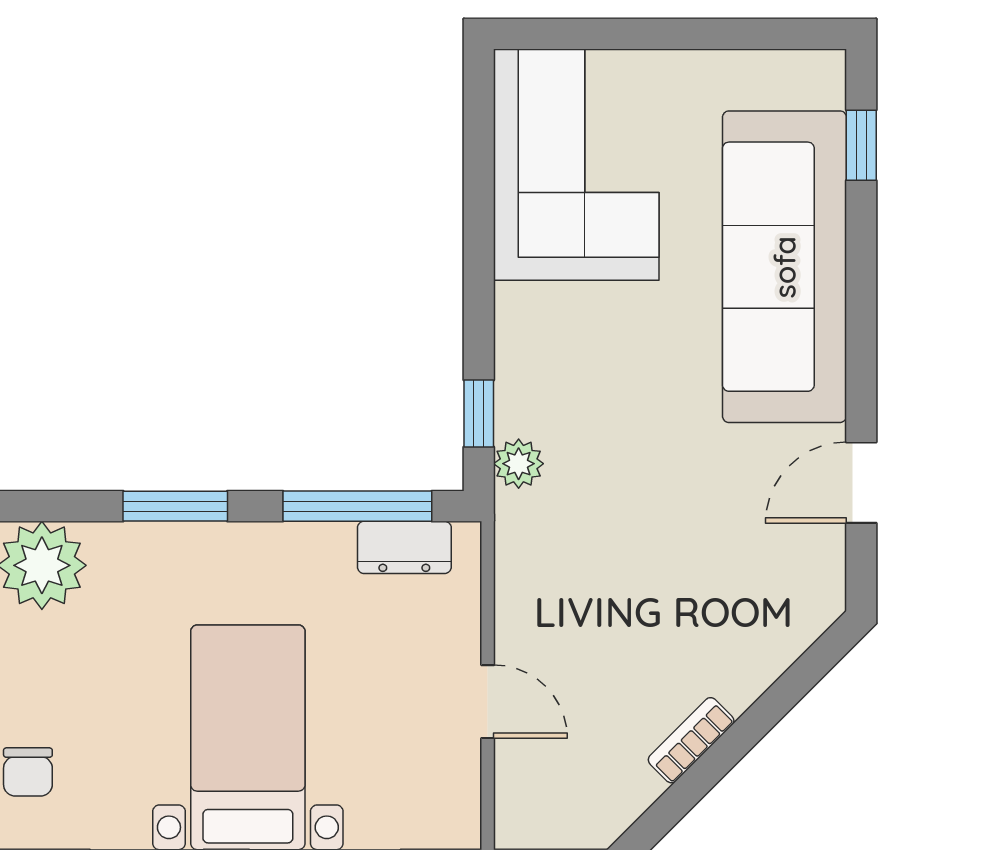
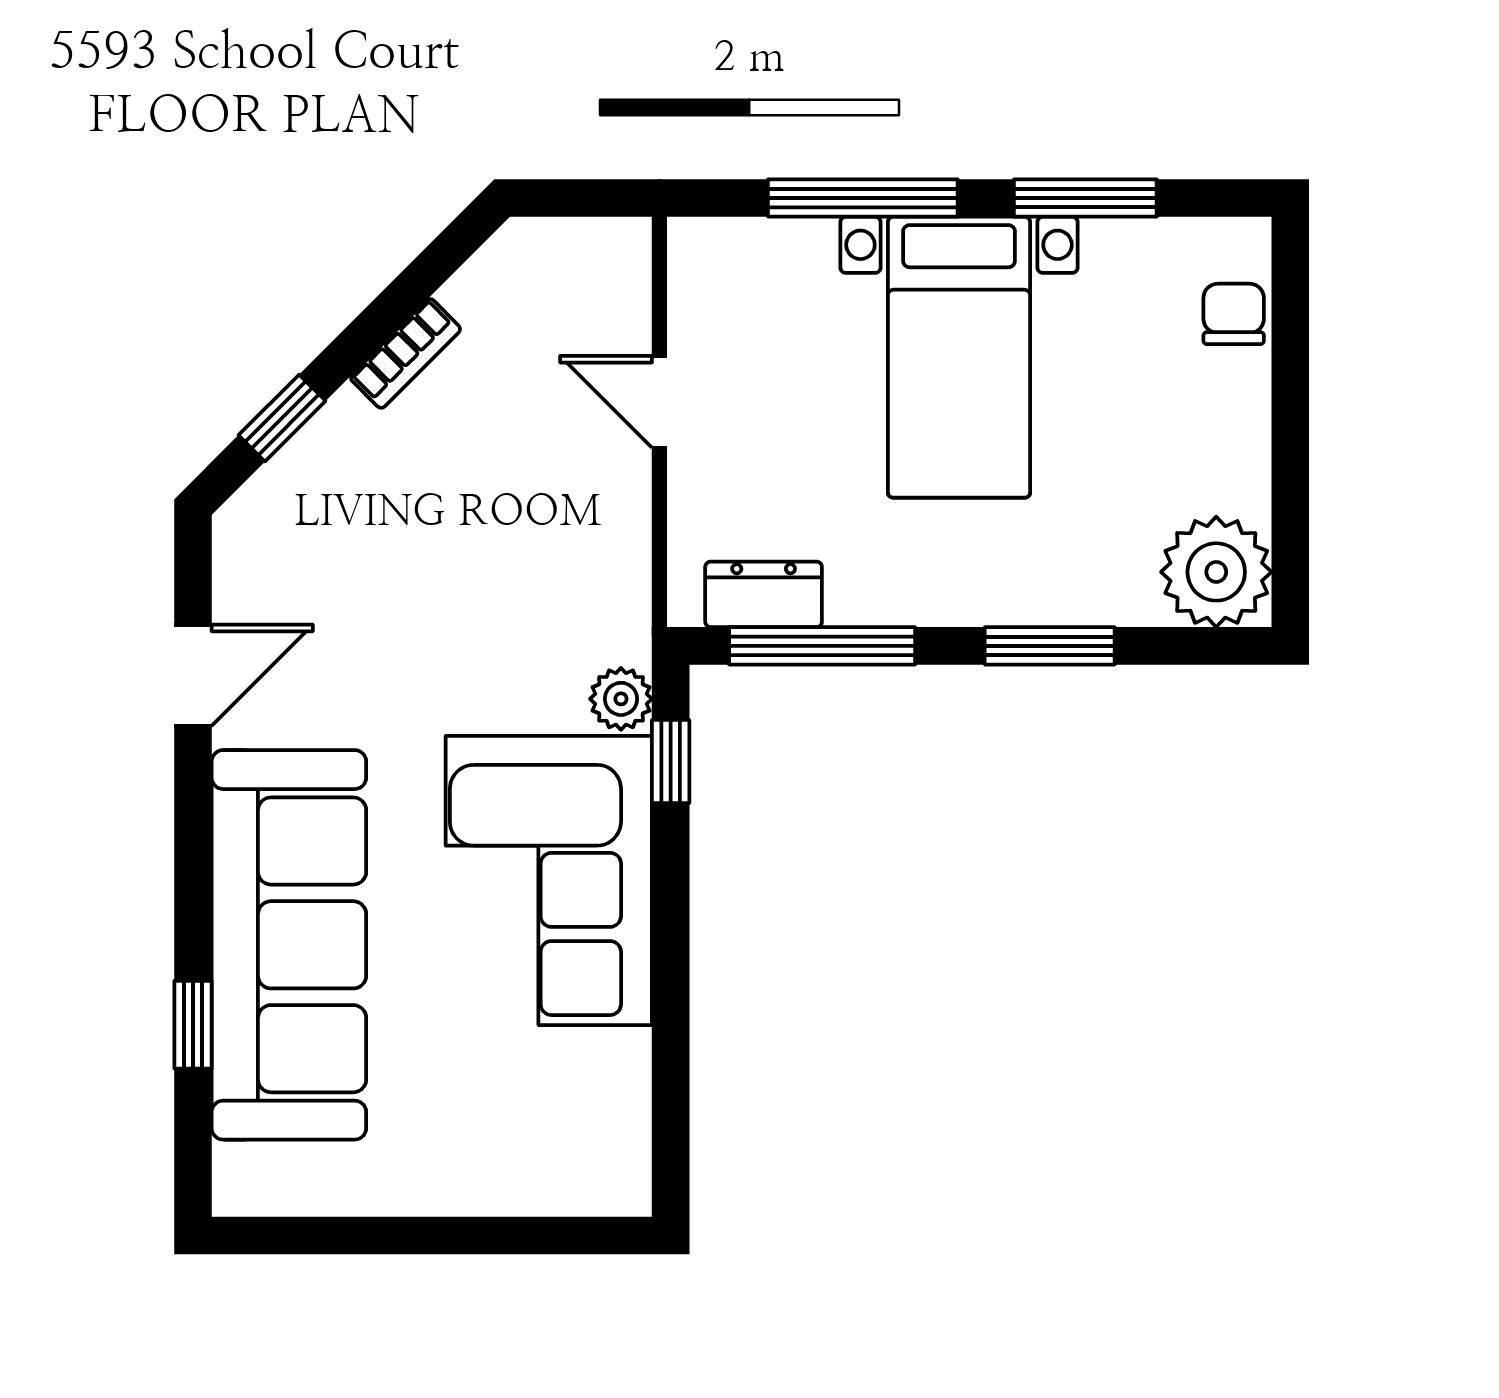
window: (861, 145) -> (193, 1025), moved
corner sofa: (576, 165) -> (549, 880), moved
window: (790, 689) -> (282, 418), added

